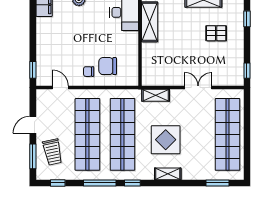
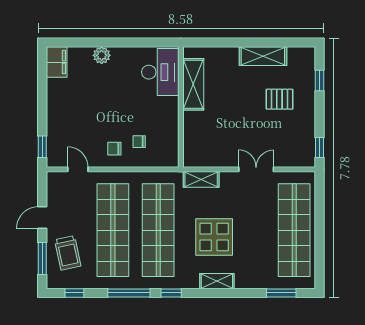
chair: (108, 66) -> (139, 142), width x0.54, depth x0.54

